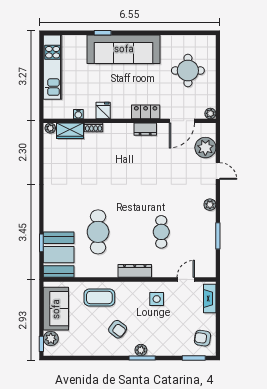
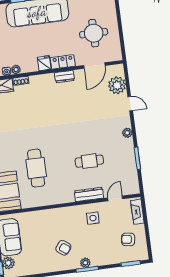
round table: (188, 71) -> (94, 33), moved
fridge: (103, 110) -> (44, 63), moved
plant: (210, 113) -> (16, 69), moved
cafe table: (161, 232) -> (89, 161), turned 90
dresser: (135, 271) -> (89, 194), moved
coffee table: (99, 298) -> (45, 223), removed
armchair: (203, 338) -> (128, 239), moved

